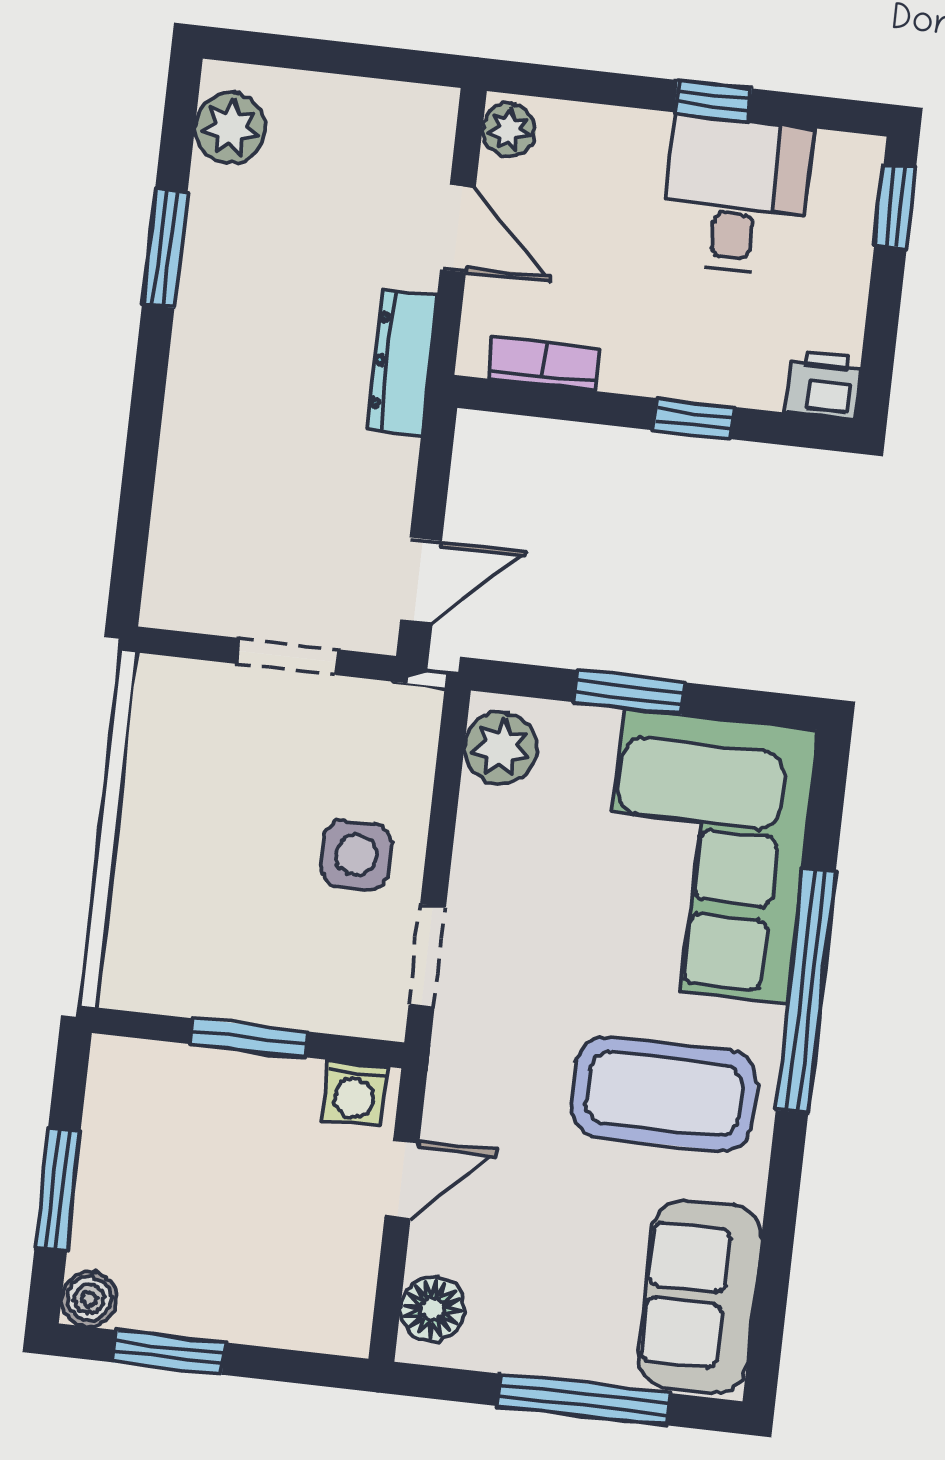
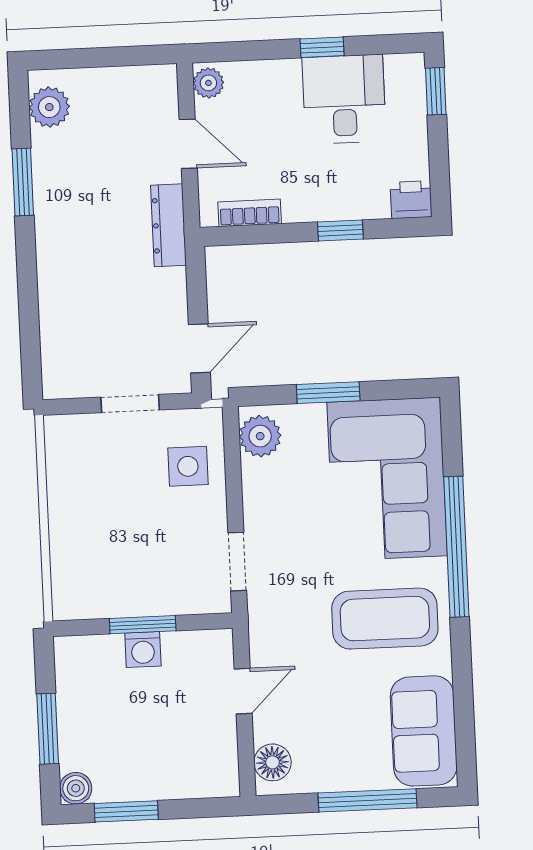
side table: (356, 855) -> (188, 466), moved
washing machine: (355, 1093) -> (143, 650), moved

